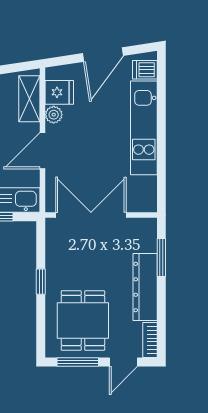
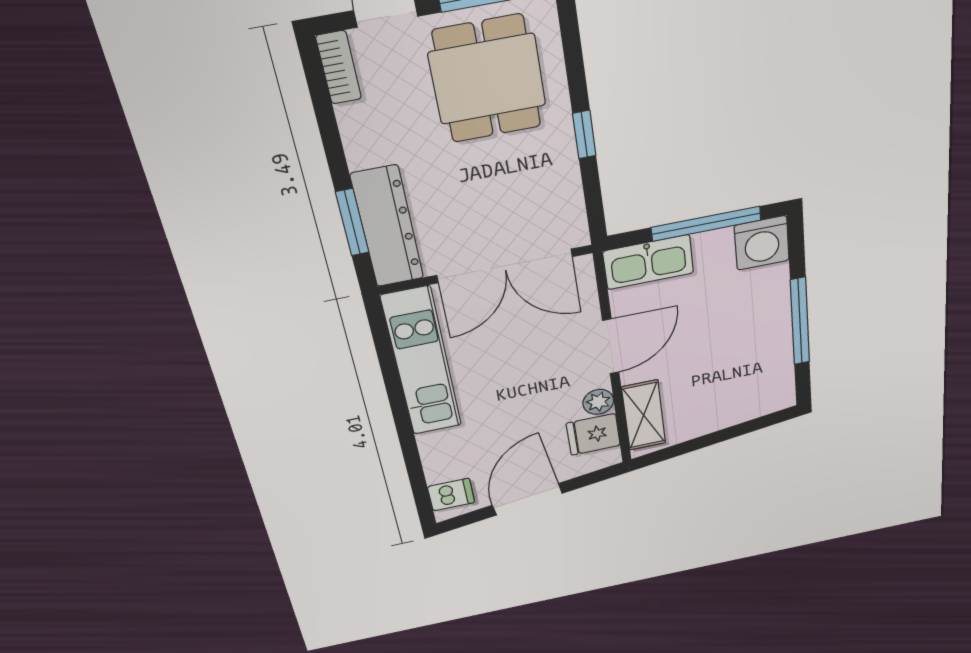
kitchen unit: (144, 128) -> (422, 362), moved
dresser: (145, 287) -> (387, 227), moved

